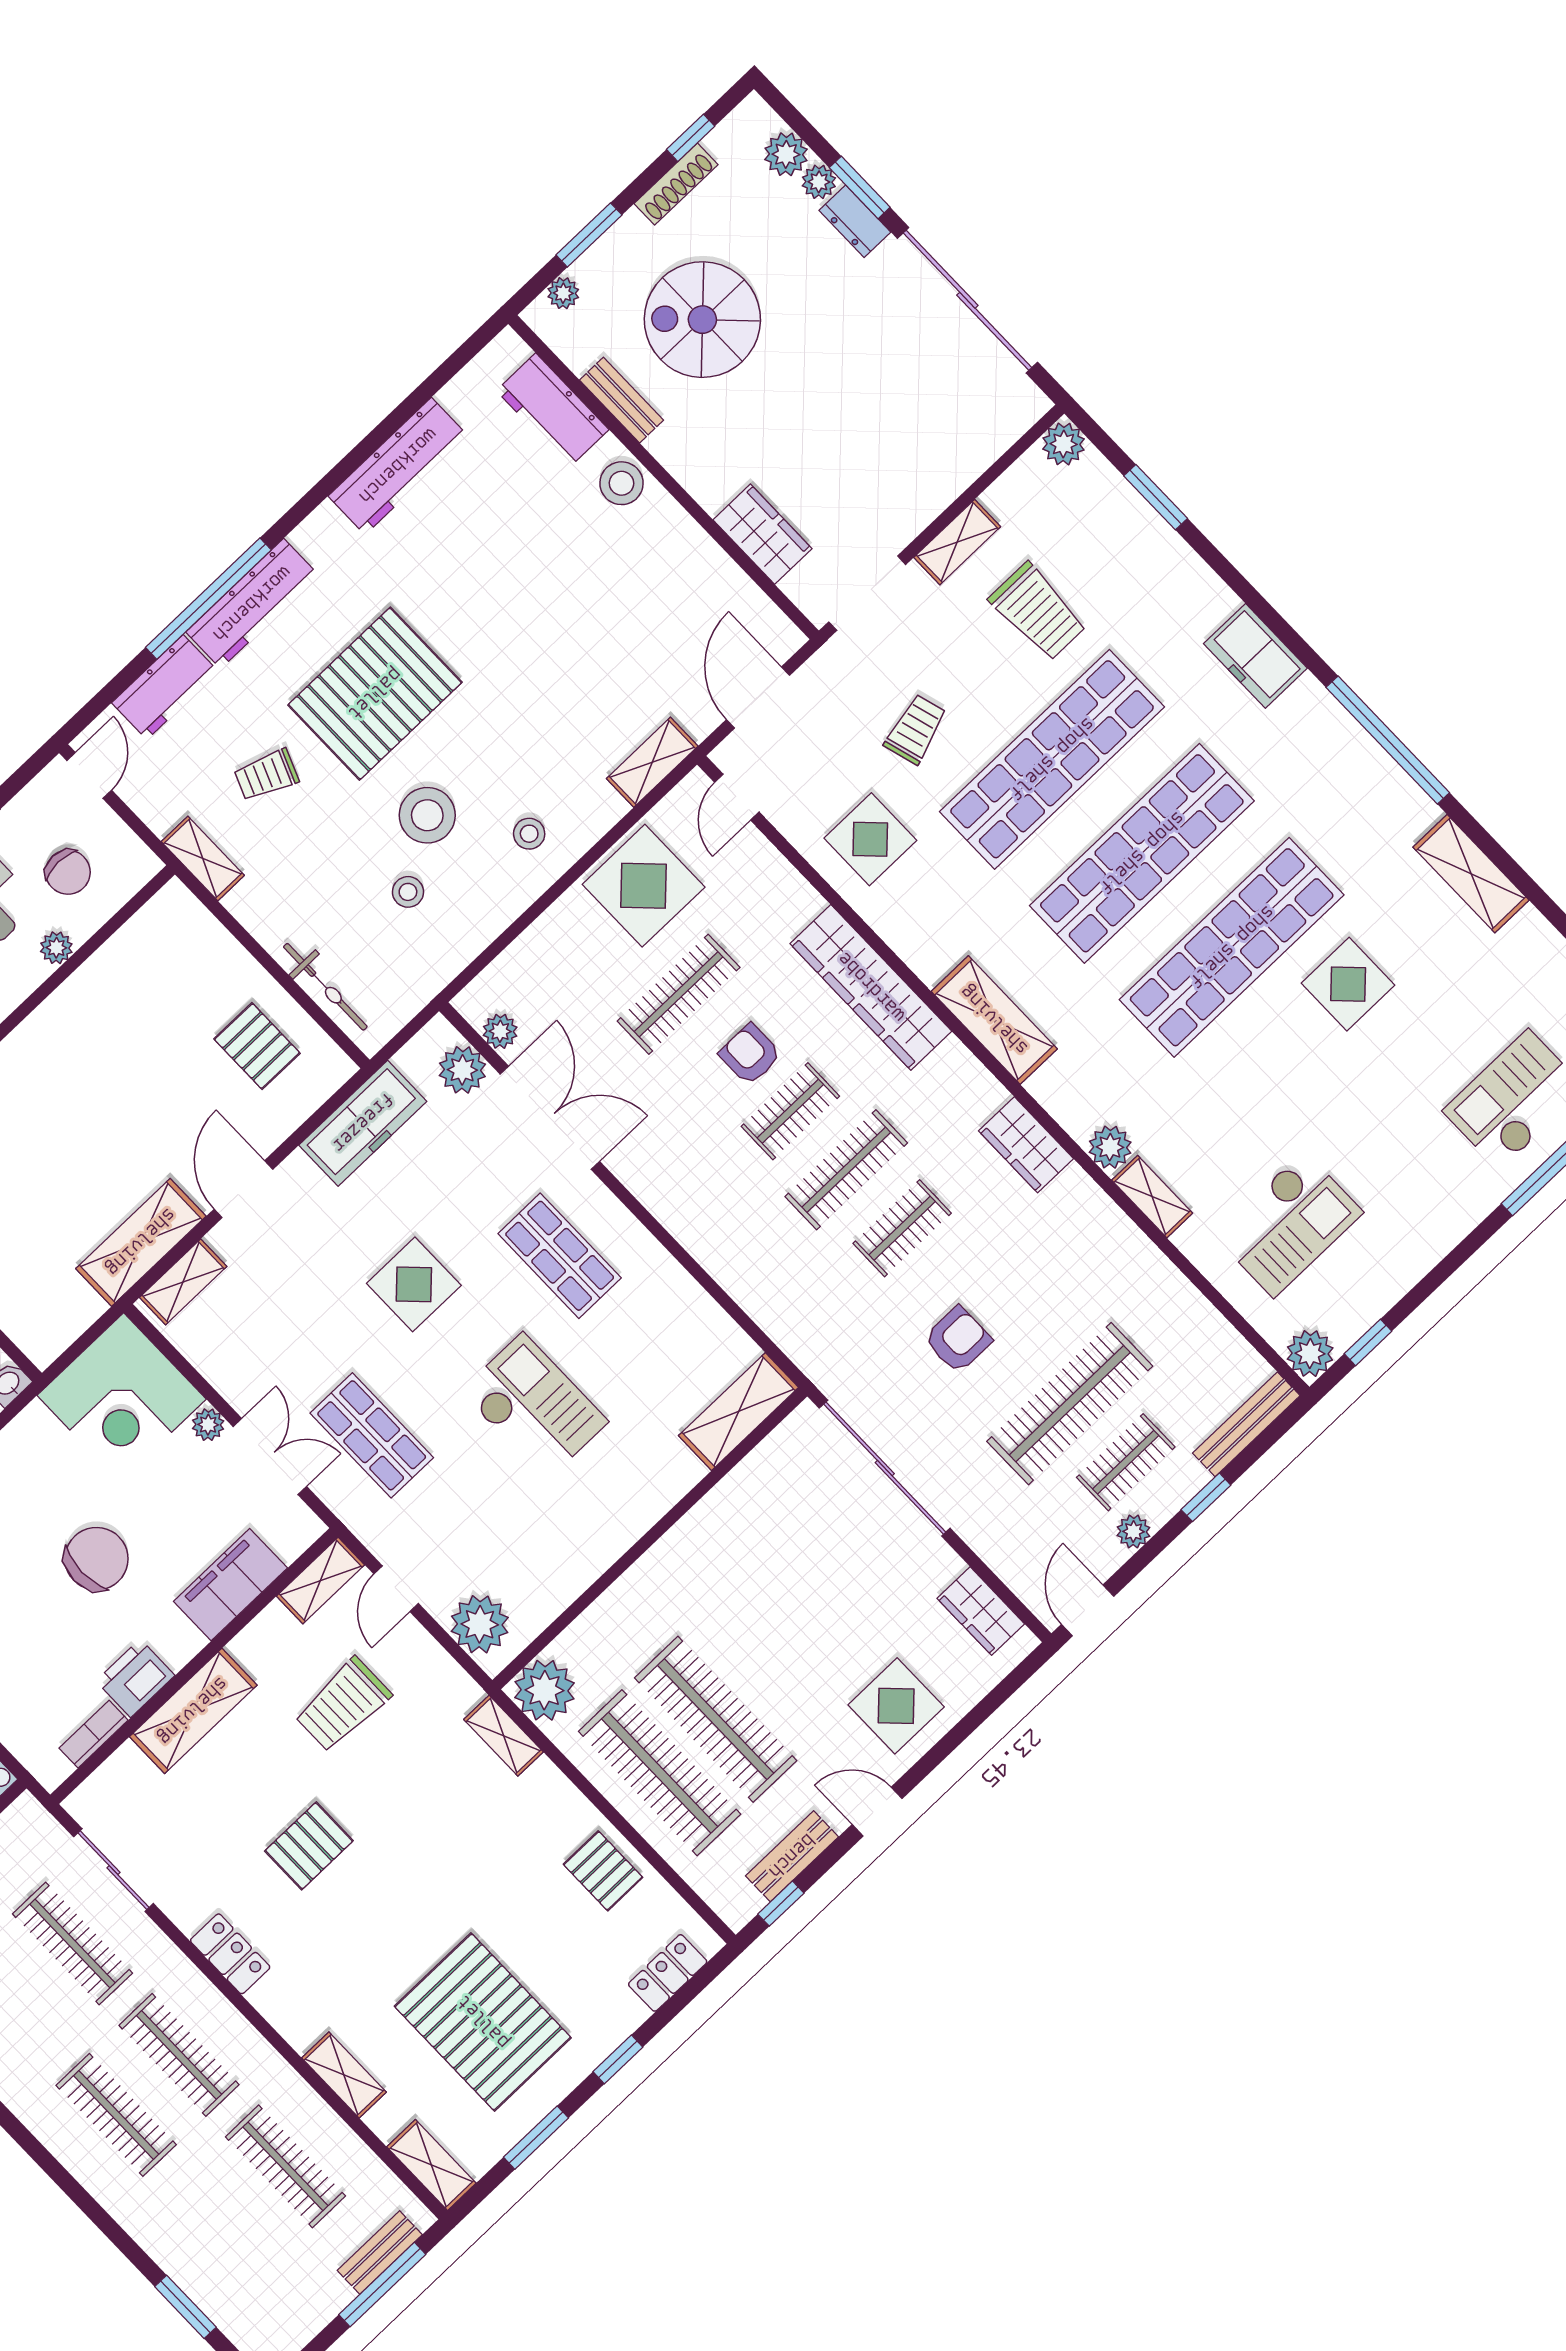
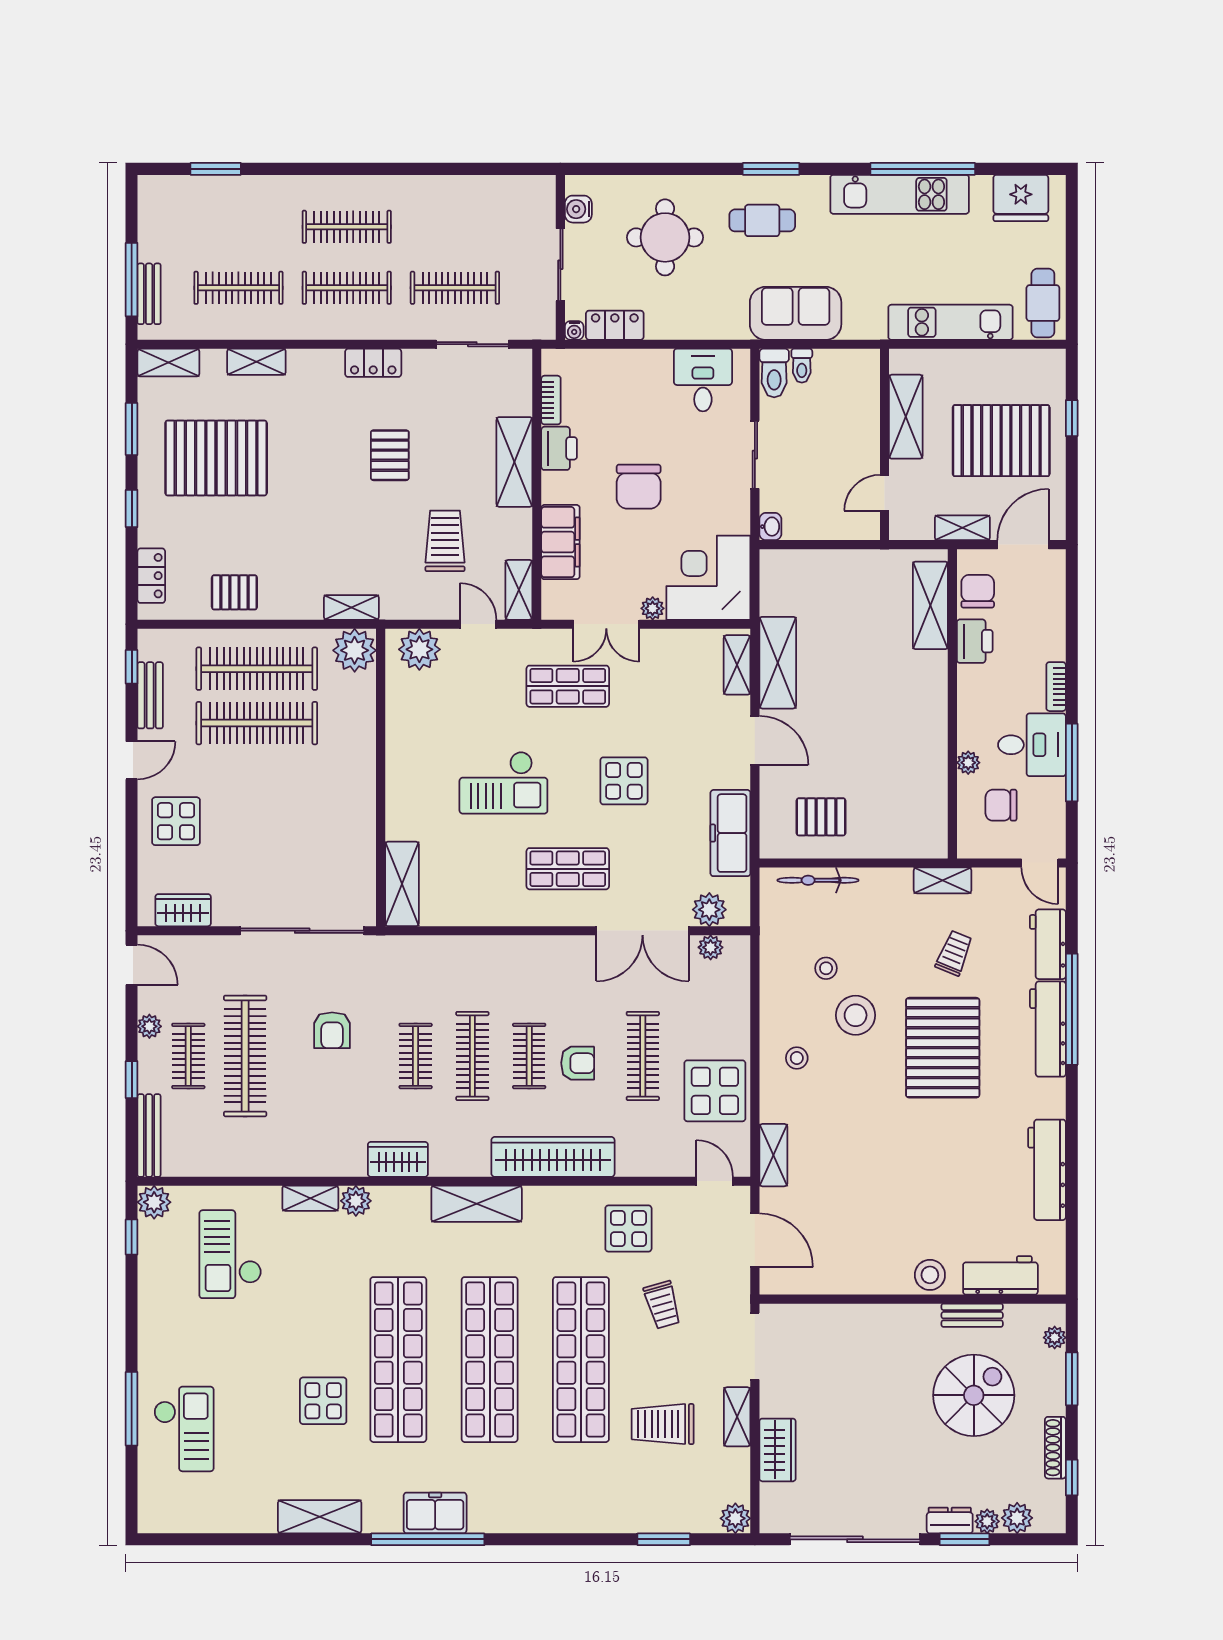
wardrobe: (762, 534) -> (778, 1450), moved, turned -90
freezer: (1255, 656) -> (435, 1513), moved

